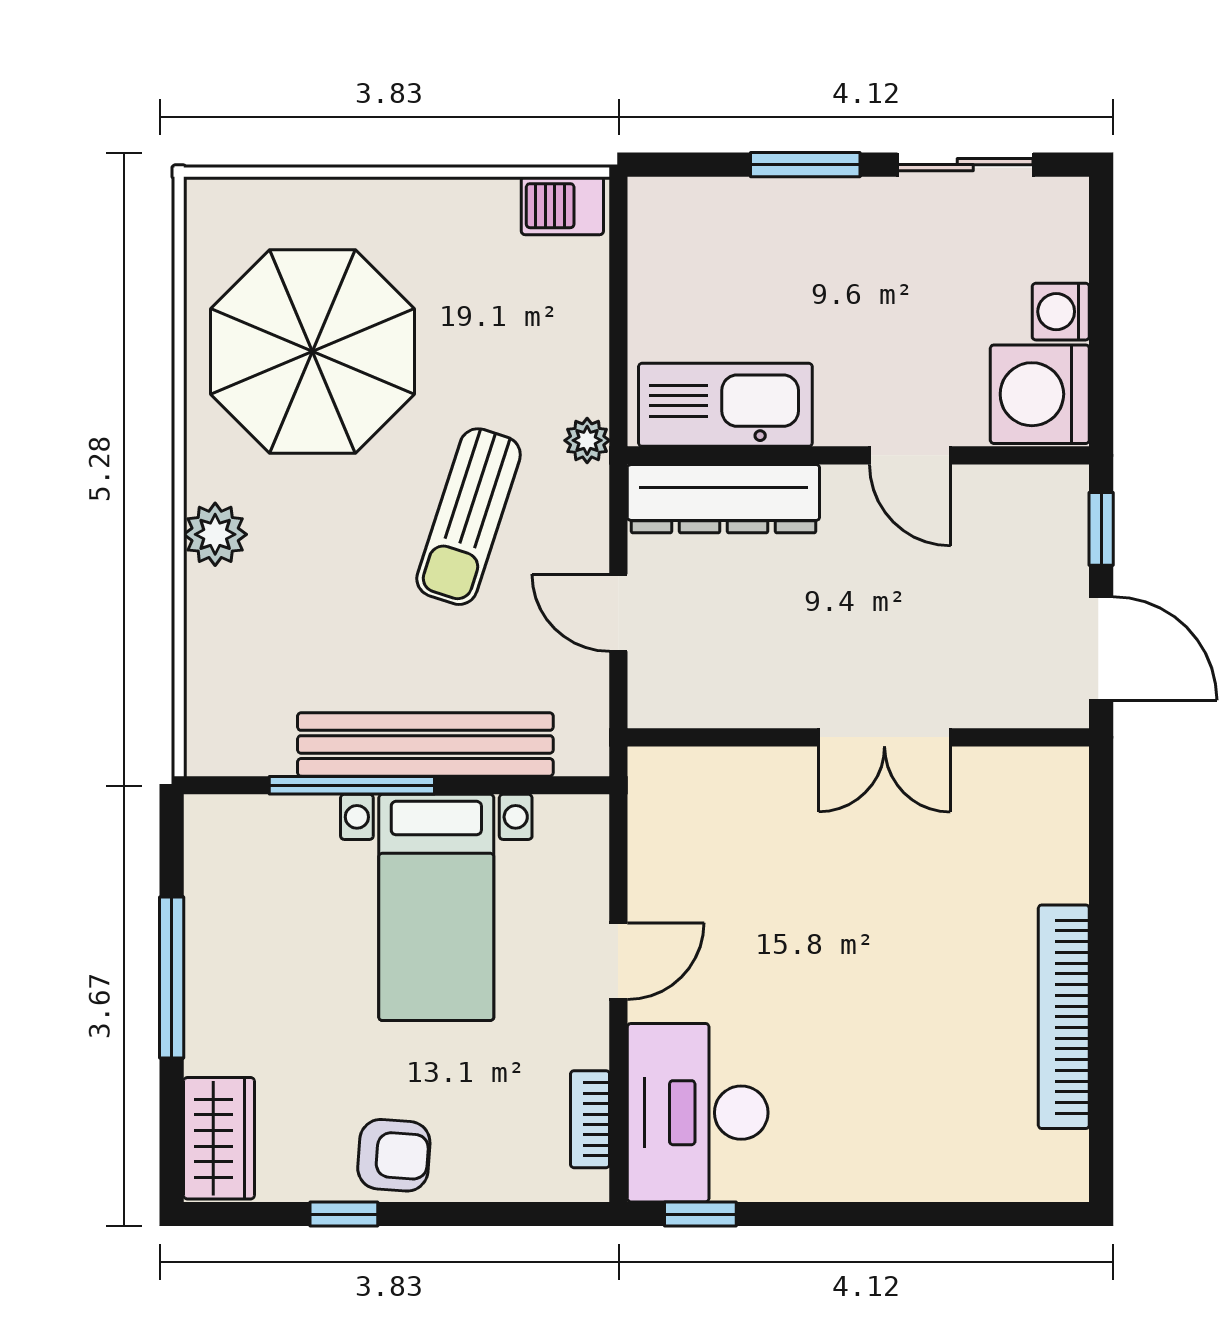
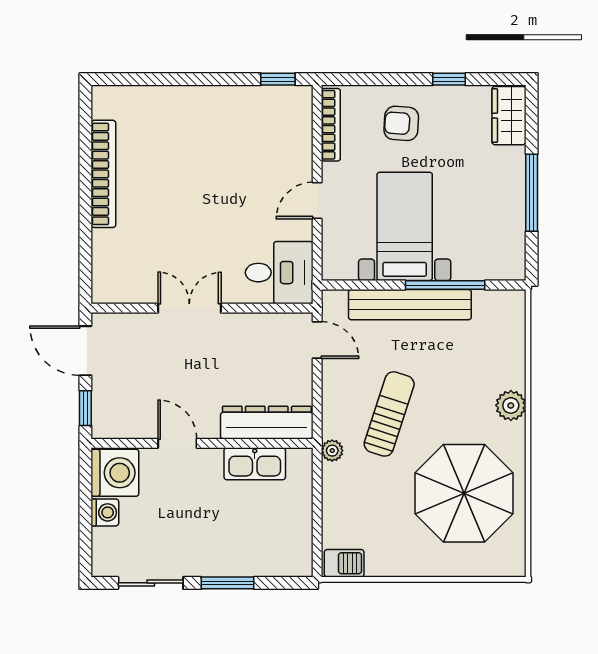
kitchen sink: (725, 405) -> (255, 464), width x0.73, depth x0.81
door: (618, 613) -> (317, 340), moved
desk: (698, 1113) -> (279, 273), moved, width x0.73
bookcase: (590, 1119) -> (331, 125), width x1.56
armchair: (394, 1155) -> (401, 123), moved

